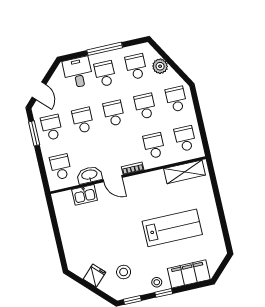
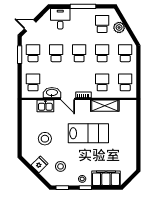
school desk: (105, 74) -> (79, 24), removed
door: (39, 91) -> (30, 25), swing flipped
shelving: (184, 172) -> (105, 106), moved
lab bench: (172, 228) -> (88, 133), moved
stool: (94, 239) -> (45, 139), added

